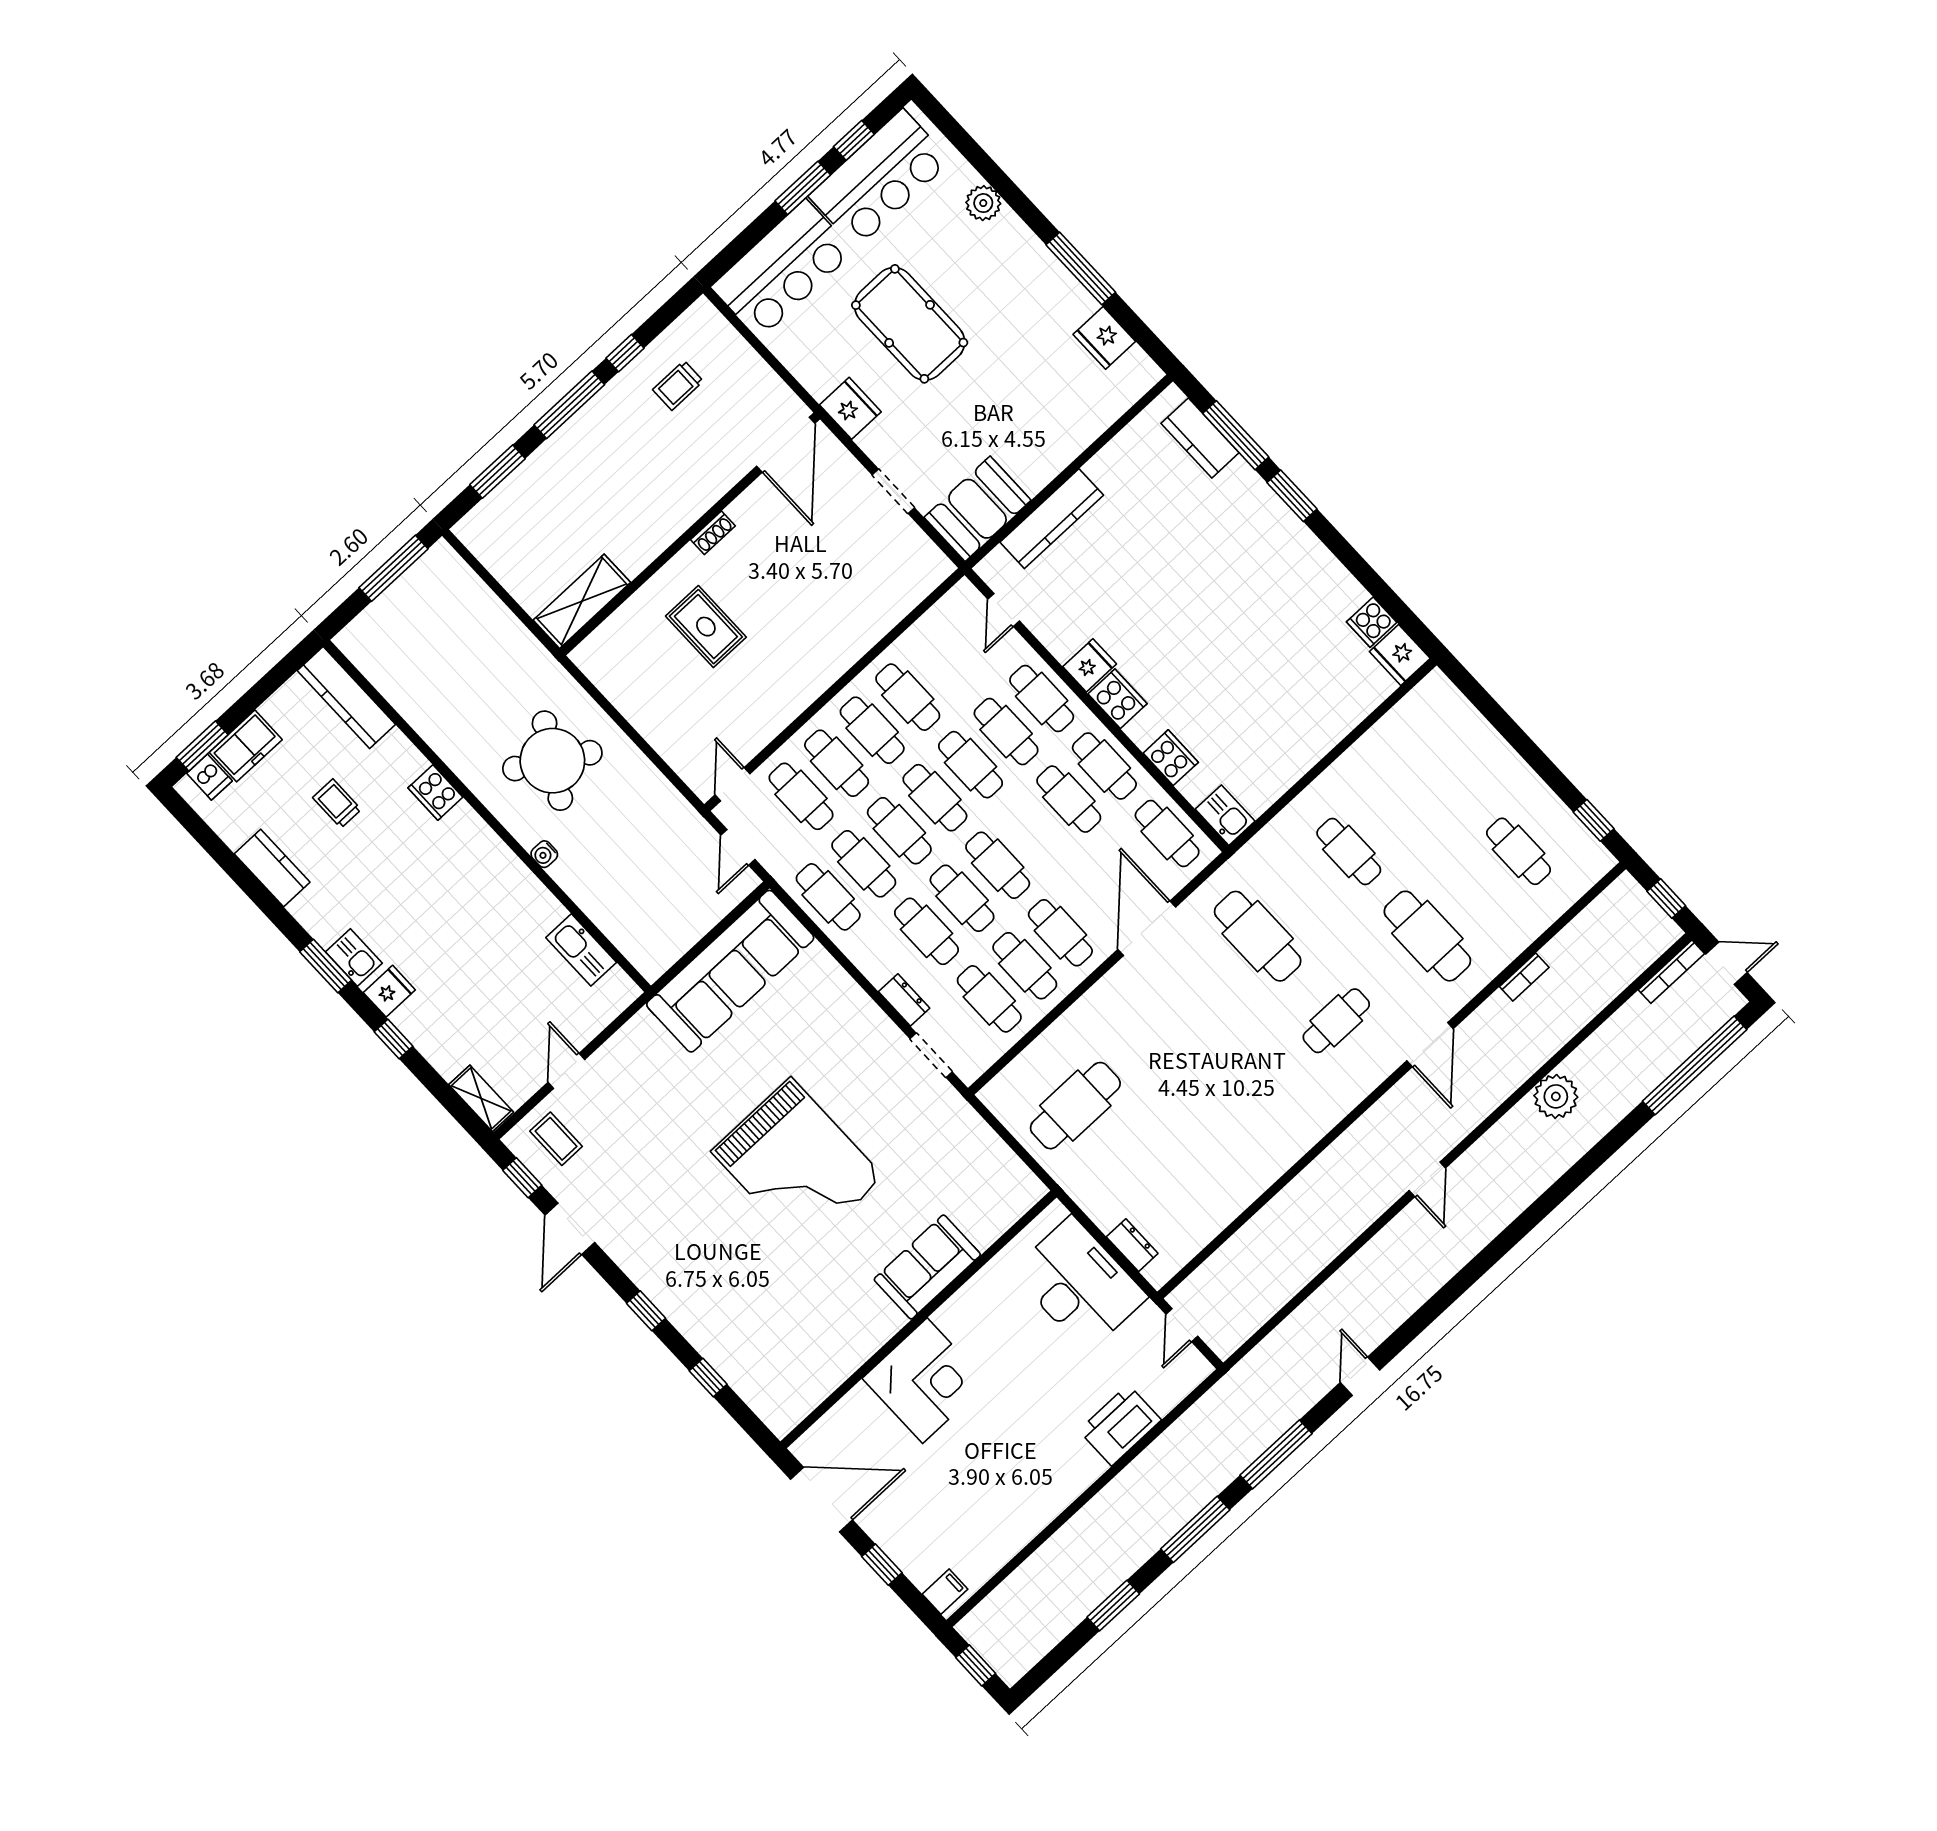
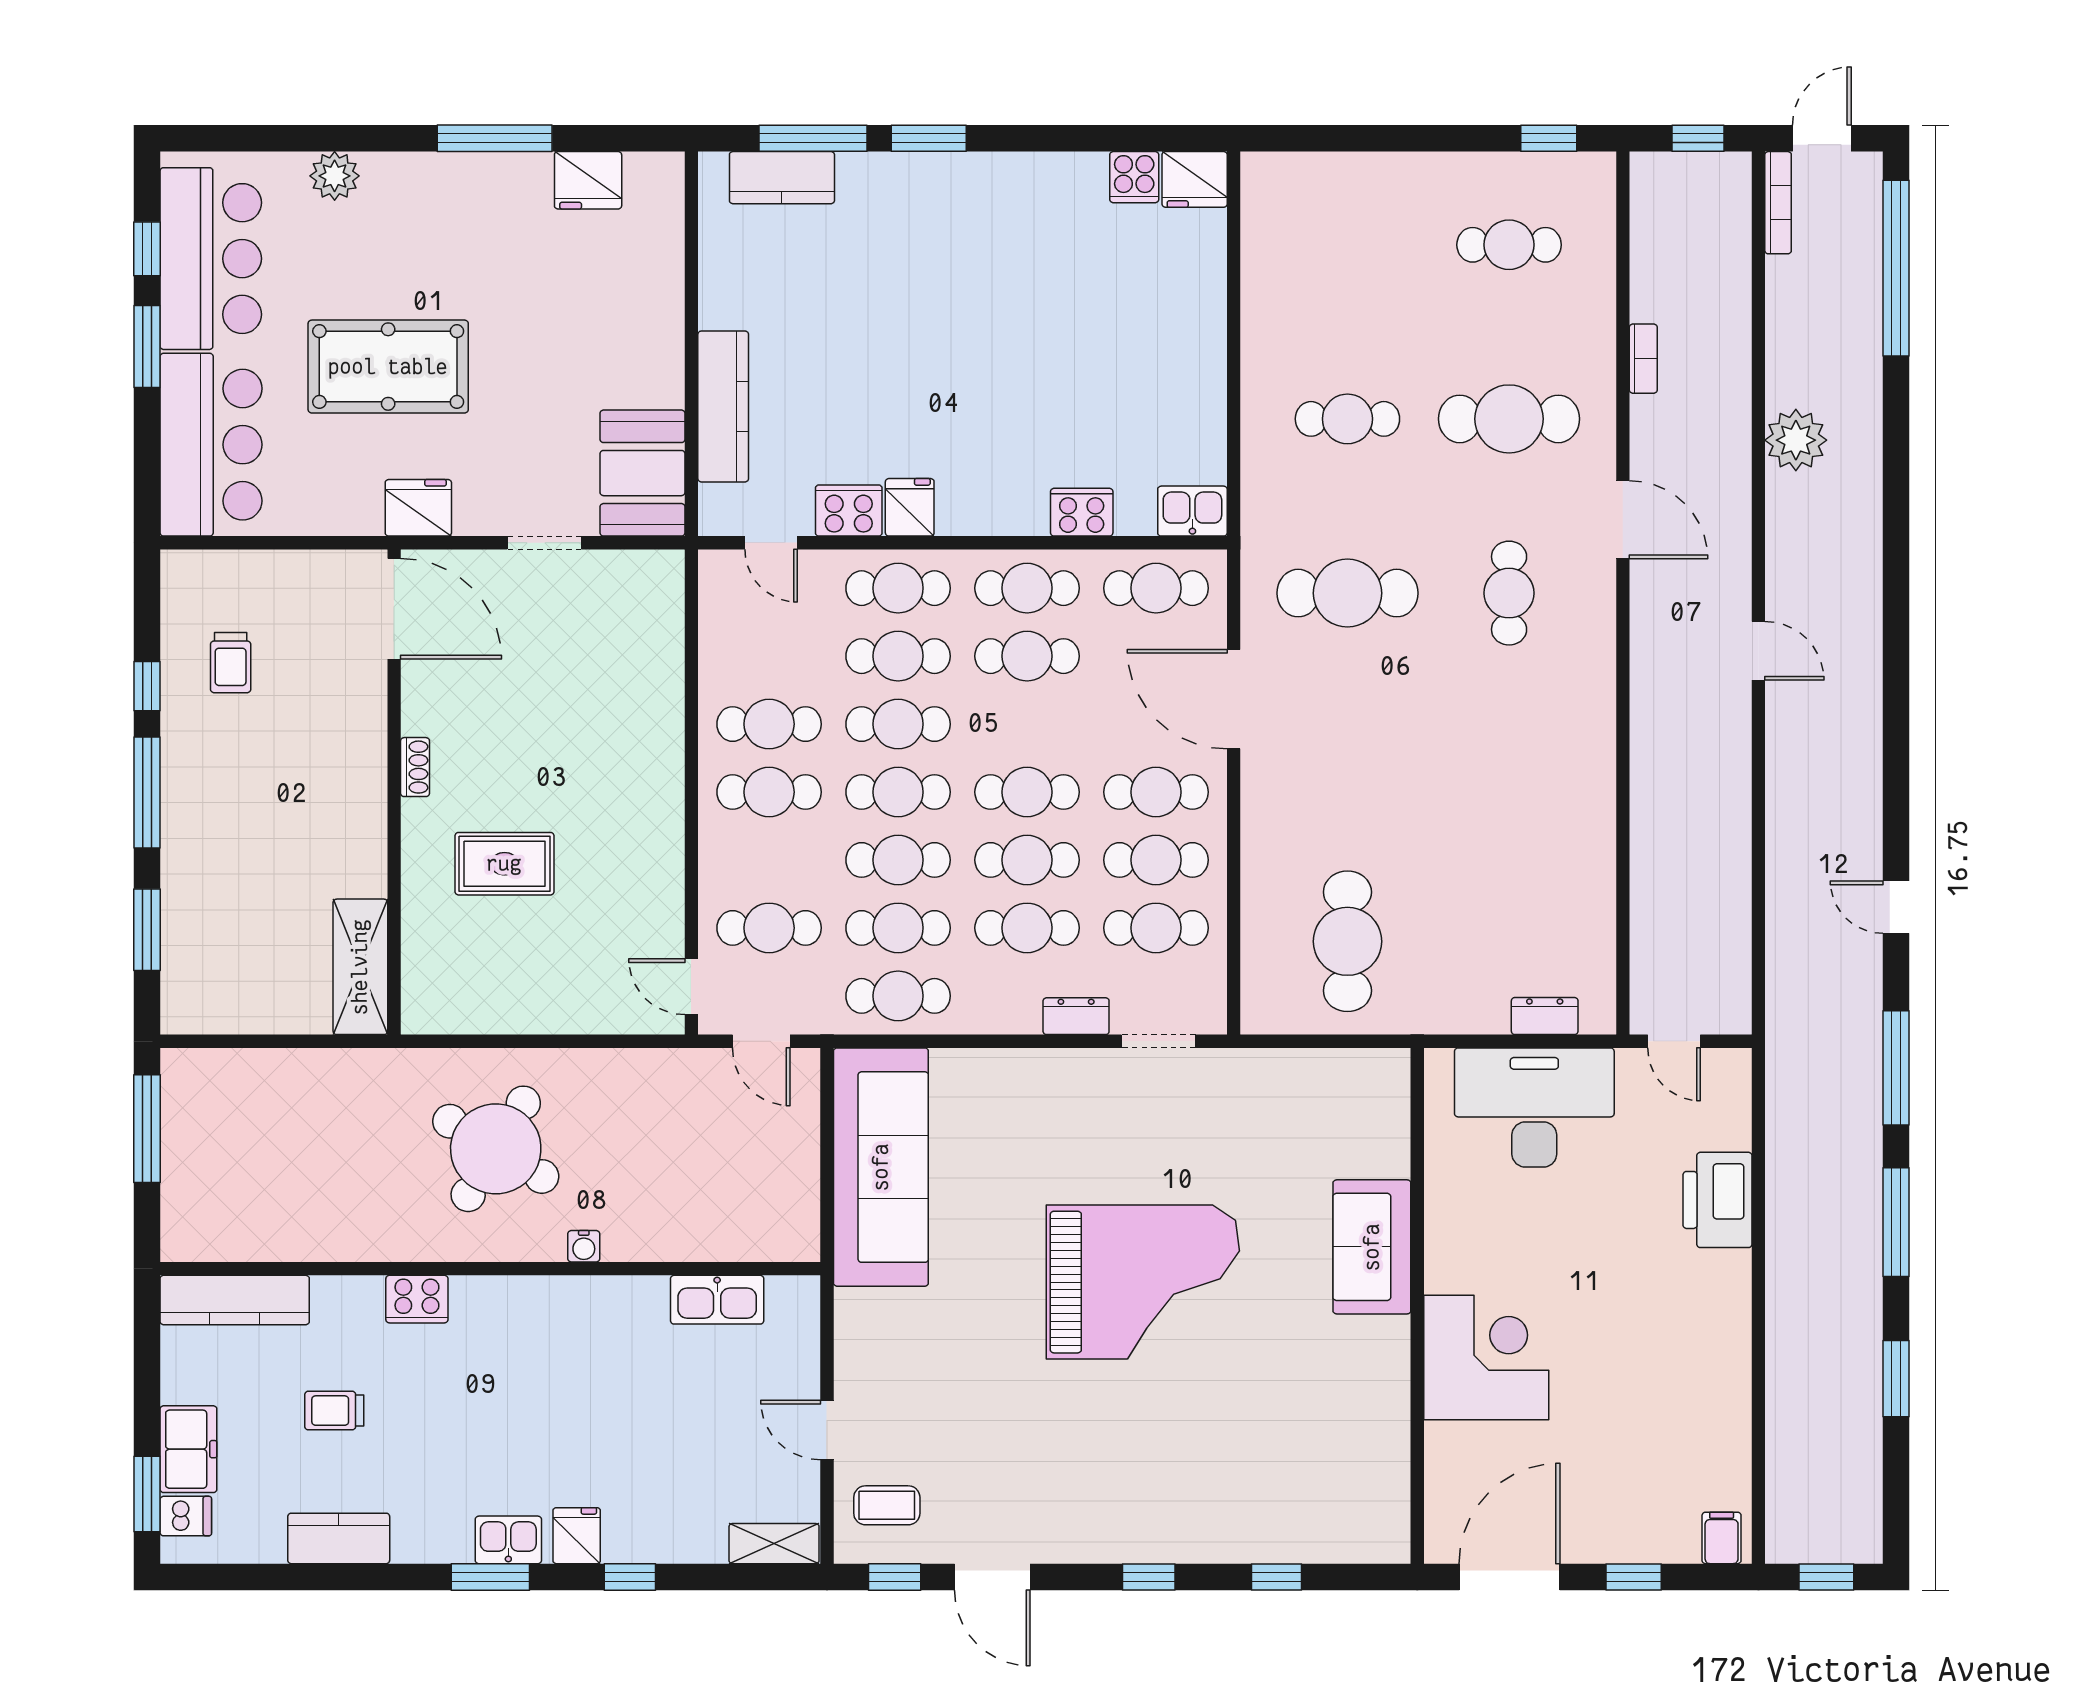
cooker: (1118, 699) -> (849, 511), moved
cafe table: (837, 763) -> (769, 860), removed

